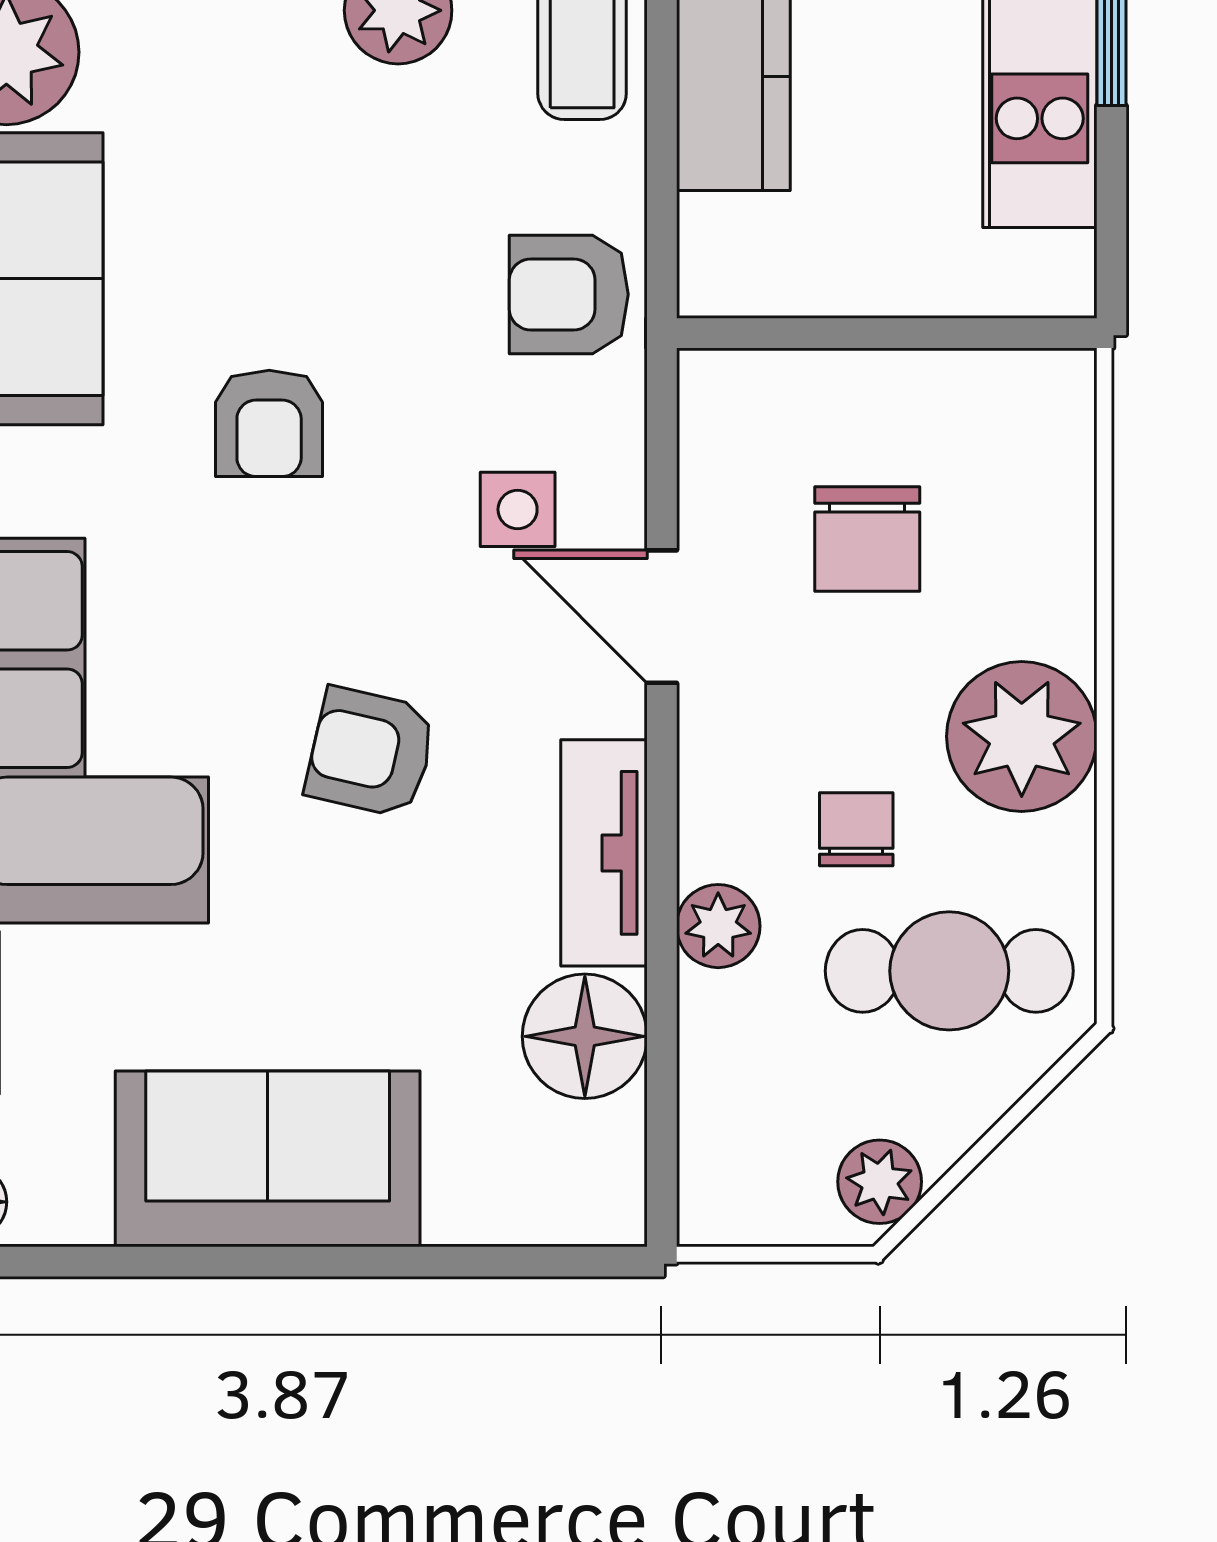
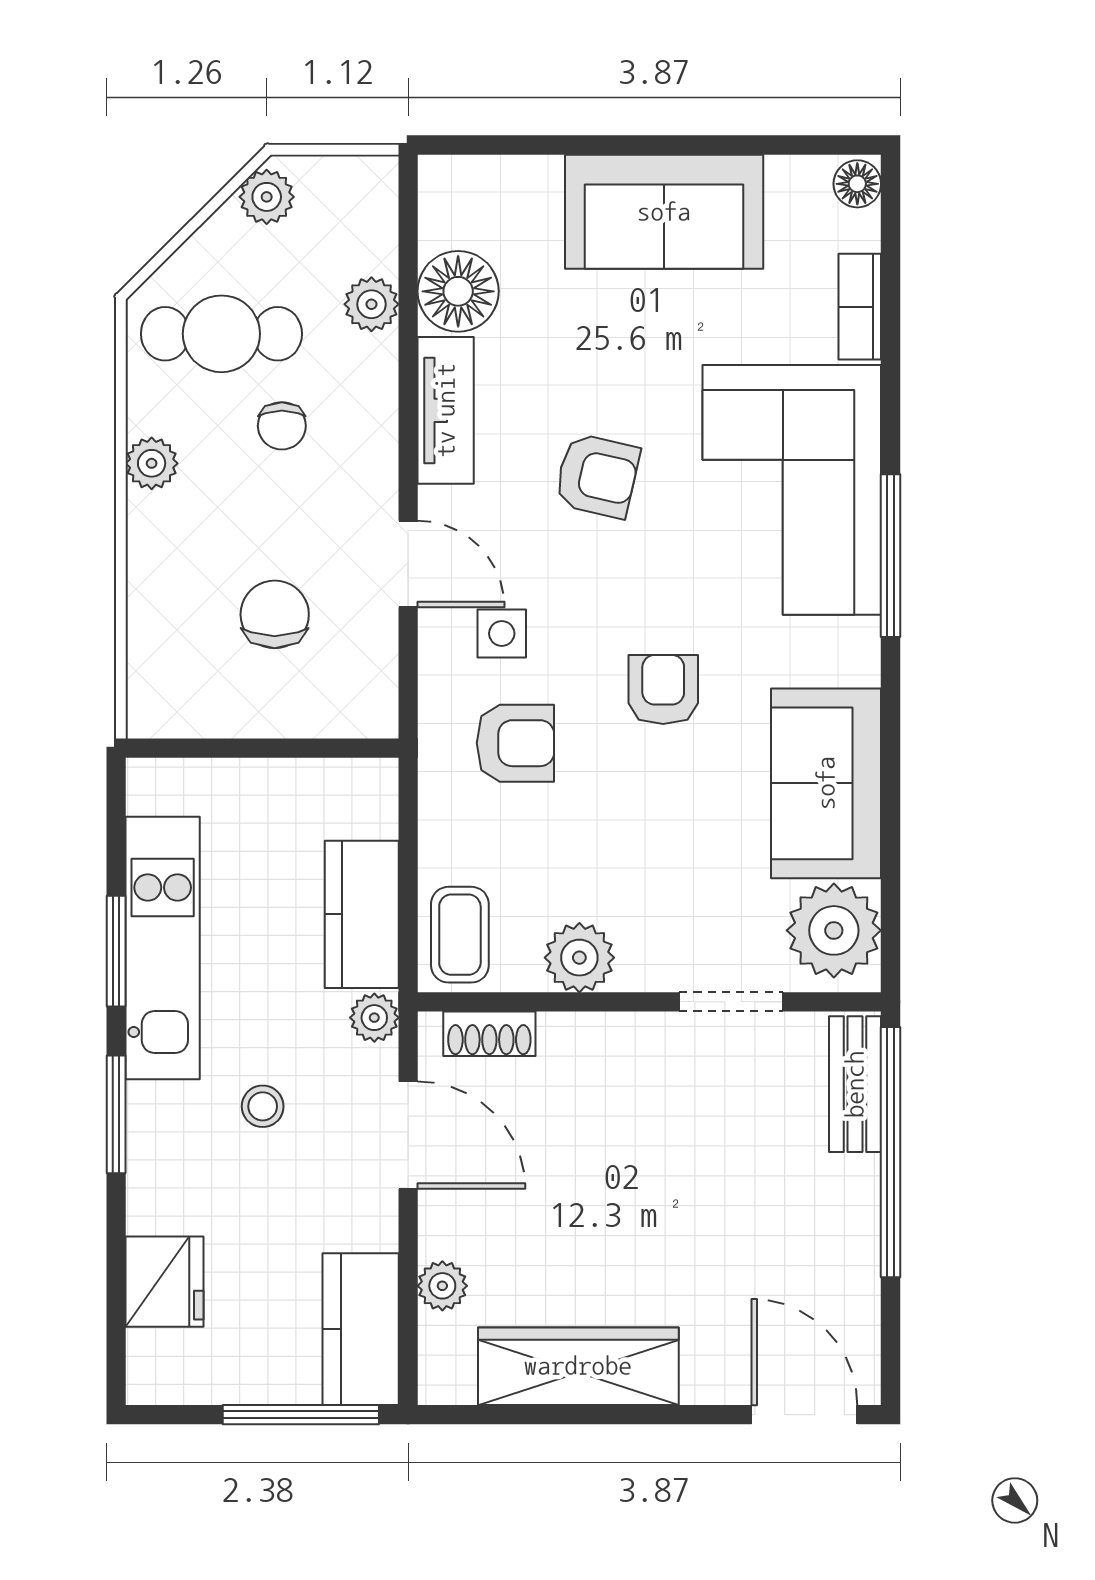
armchair: (569, 294) -> (515, 743), moved
plant: (1022, 736) -> (152, 463), width x0.53, depth x0.53
plant: (718, 926) -> (371, 304), moved

